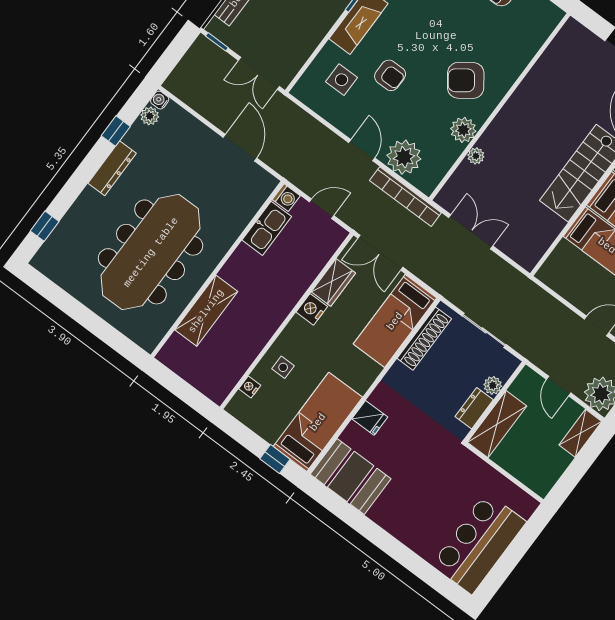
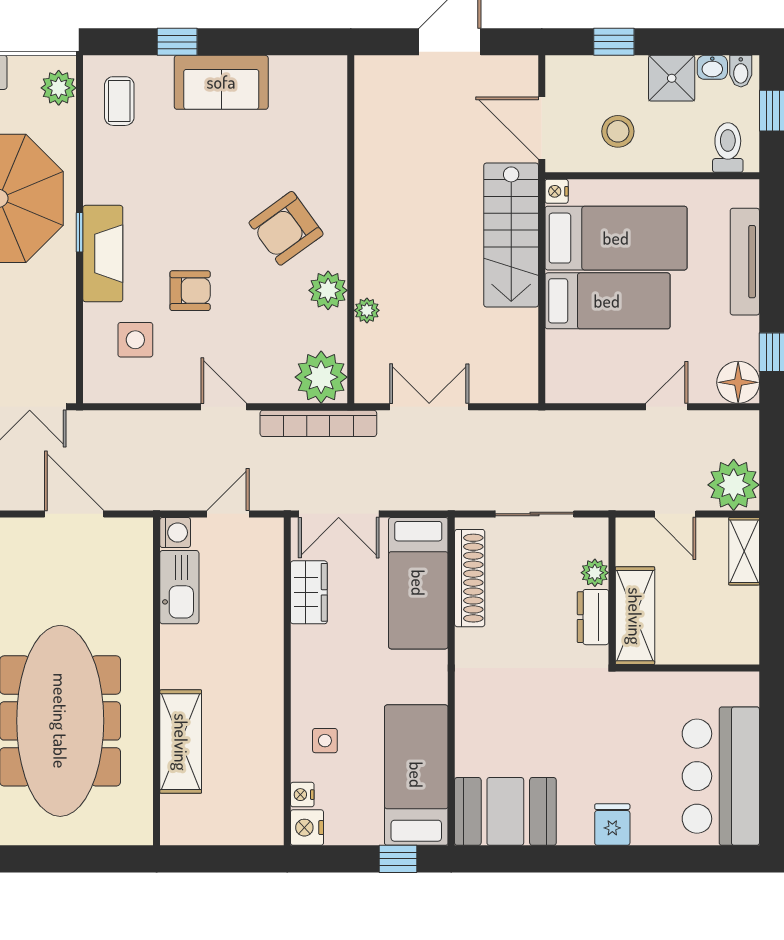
plant: (404, 157) -> (321, 377), moved
nightstand: (312, 309) -> (307, 828), moved
fridge: (370, 418) -> (612, 825), moved, turned -90

